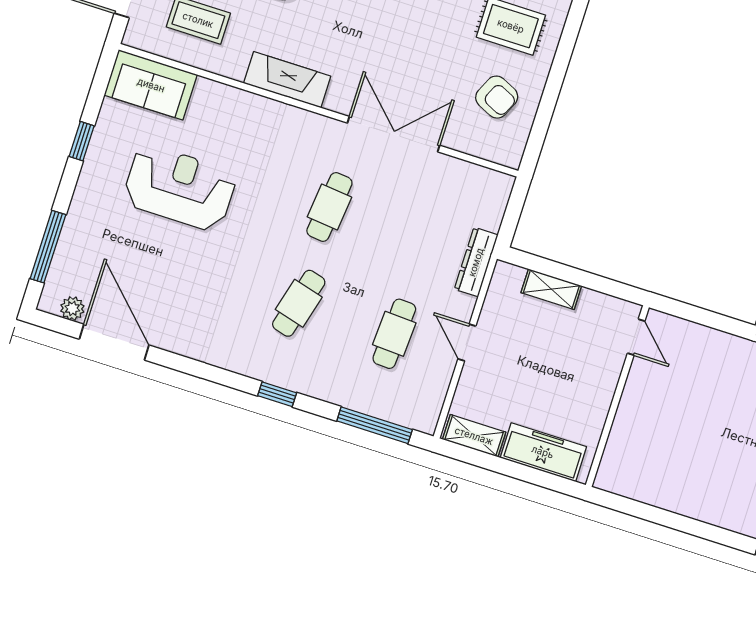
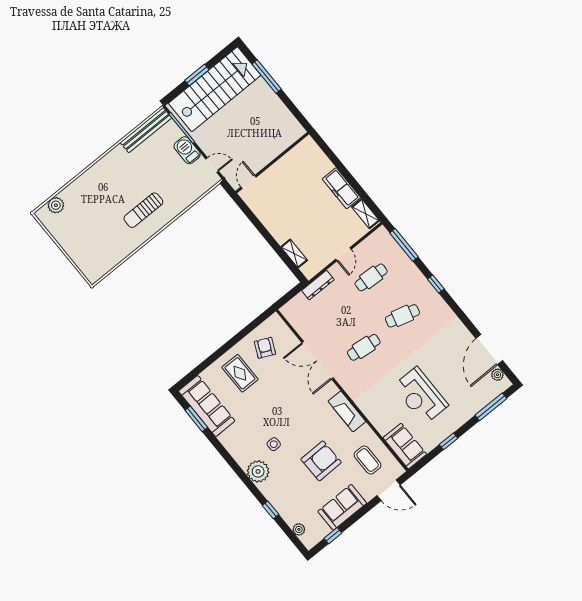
door: (636, 337) -> (248, 182), moved
wall: (617, 396) -> (272, 163), moved

